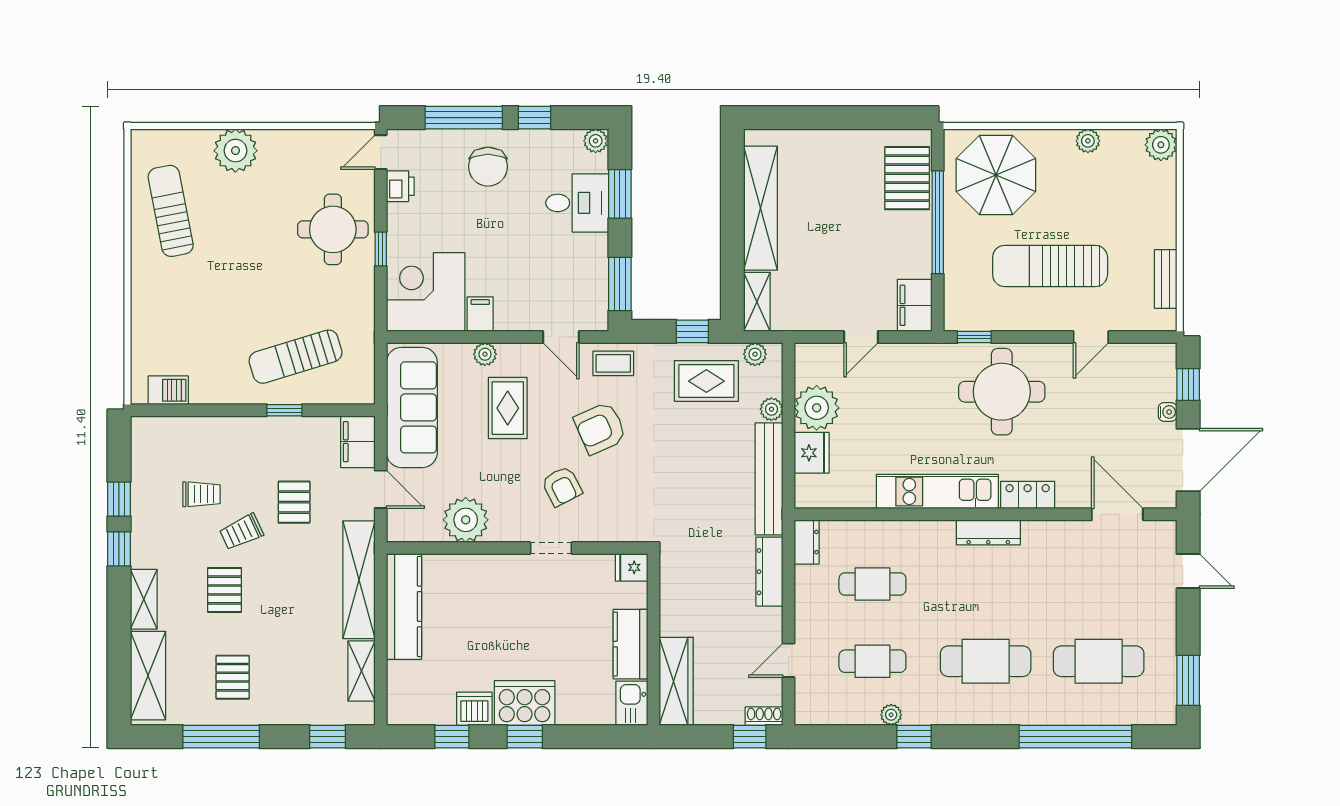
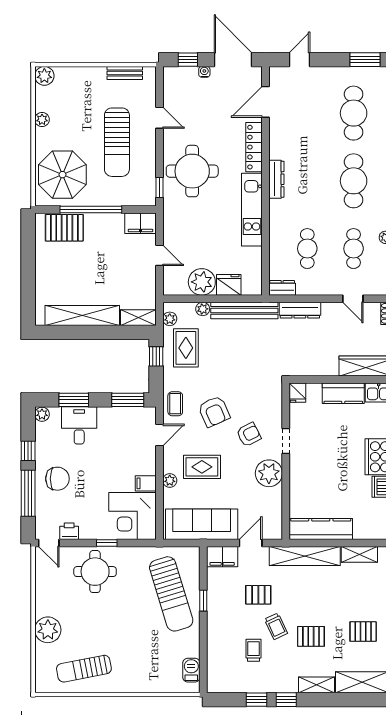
sun lounger: (296, 357) -> (171, 594), width x1.36, depth x1.34
locker: (1028, 495) -> (254, 147), width x1.53
plant: (466, 520) -> (269, 473), moved

